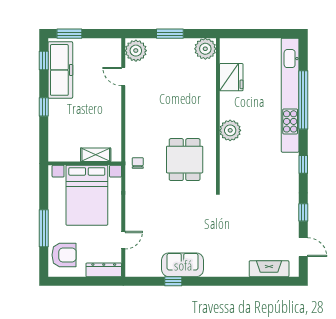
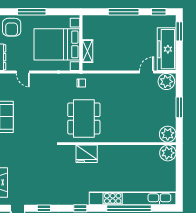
freezer: (60, 70) -> (167, 49), moved, turned 90
fridge: (231, 77) -> (87, 154), moved
window: (44, 107) -> (124, 12), width x2.17
plant: (230, 130) -> (168, 153), moved
dining table: (185, 160) -> (84, 118), width x1.38

